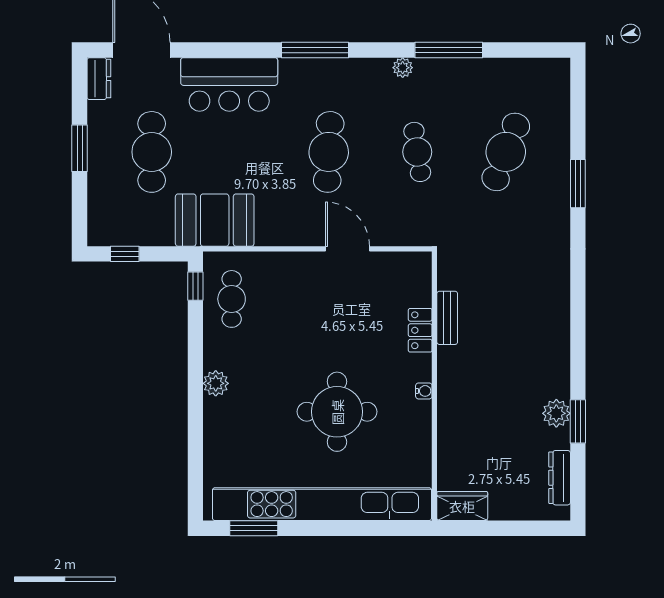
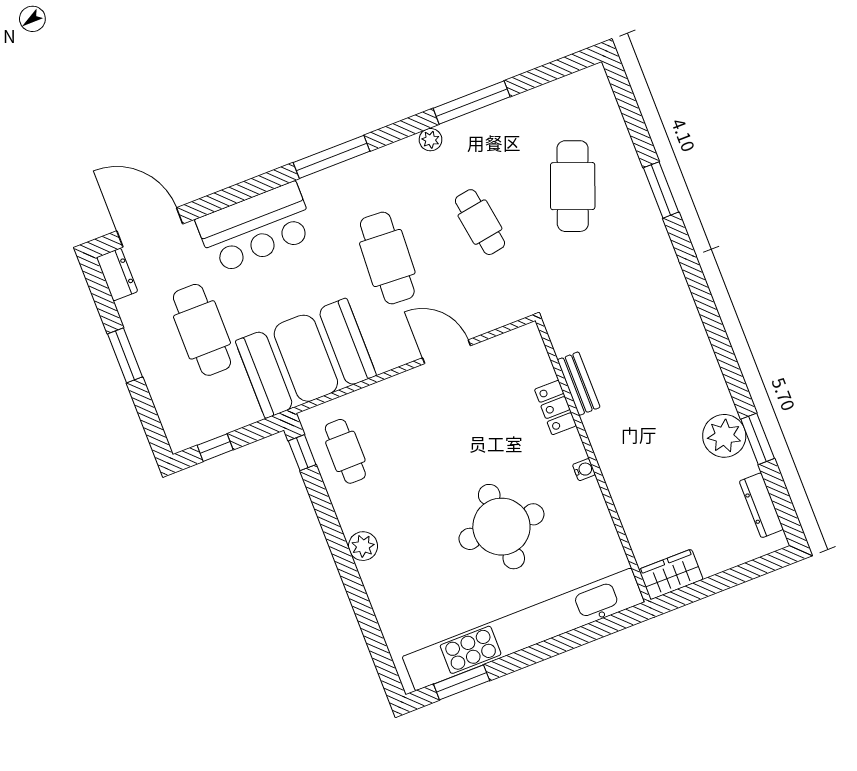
booth: (215, 220) -> (306, 358), width x1.36, depth x1.42
plant: (556, 413) -> (724, 436), width x1.36, depth x1.36

